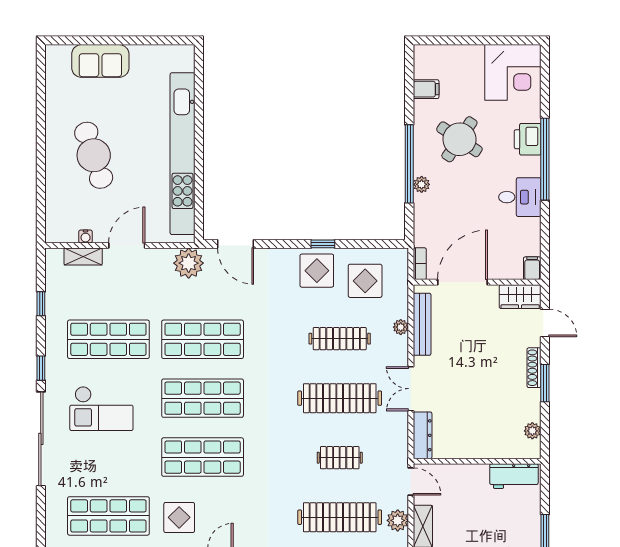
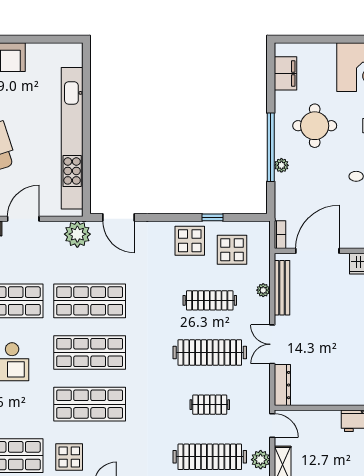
filing cabinet: (426, 89) -> (285, 73), width x2.00
round table: (459, 139) -> (315, 126), turned -34
window: (323, 244) -> (212, 217), moved

